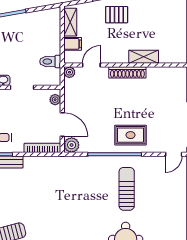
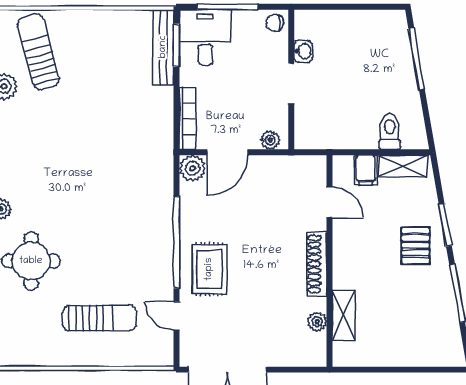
shelving: (144, 57) -> (344, 315), moved
toilet: (50, 62) -> (390, 132), moved
plant: (69, 72) -> (317, 322), moved
door: (174, 154) -> (177, 316), moved
sun lounger: (127, 189) -> (99, 318), moved

